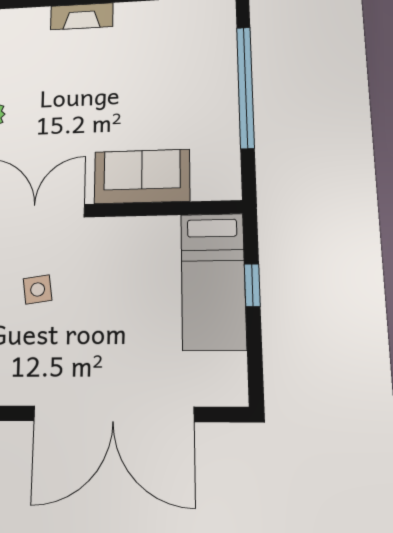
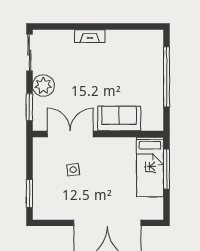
window: (252, 285) -> (167, 169), width x2.17

